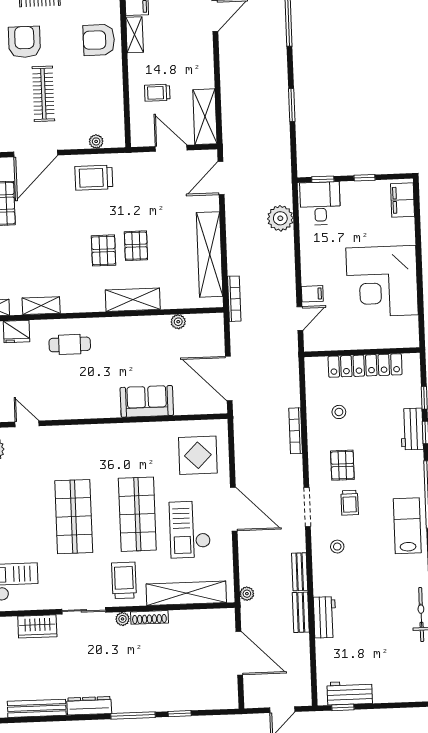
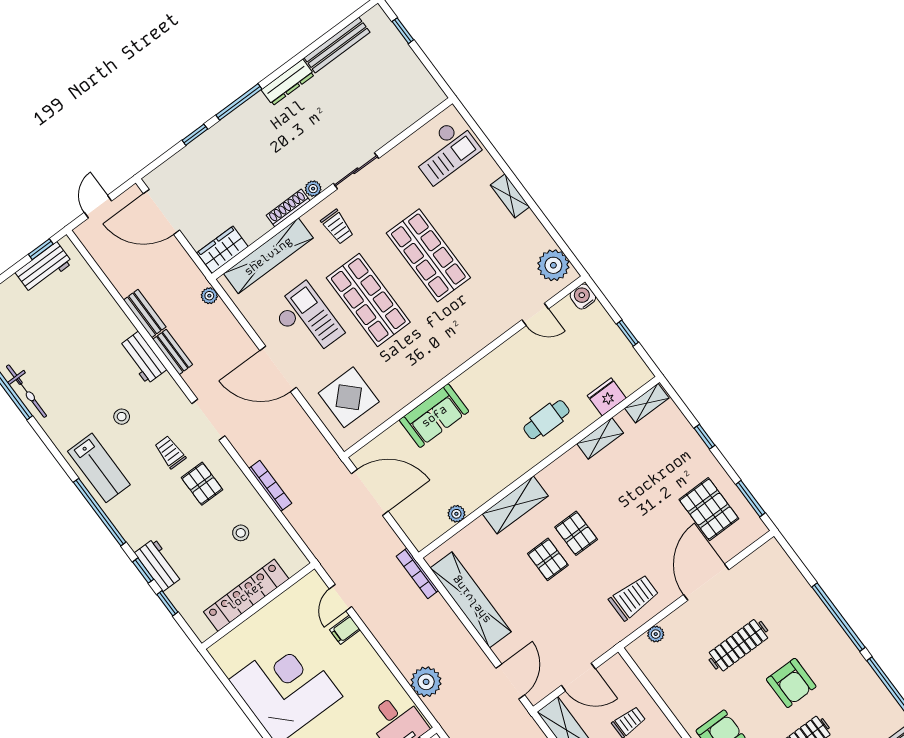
clothes rail: (43, 94) -> (738, 645), turned 90
stool: (337, 547) -> (122, 417), moved
trolley: (124, 580) -> (337, 227), width x0.73, depth x0.72
workbench: (325, 617) -> (143, 358), moved
wardrobe: (37, 626) -> (223, 250), moved
door: (239, 653) -> (162, 212), moved

